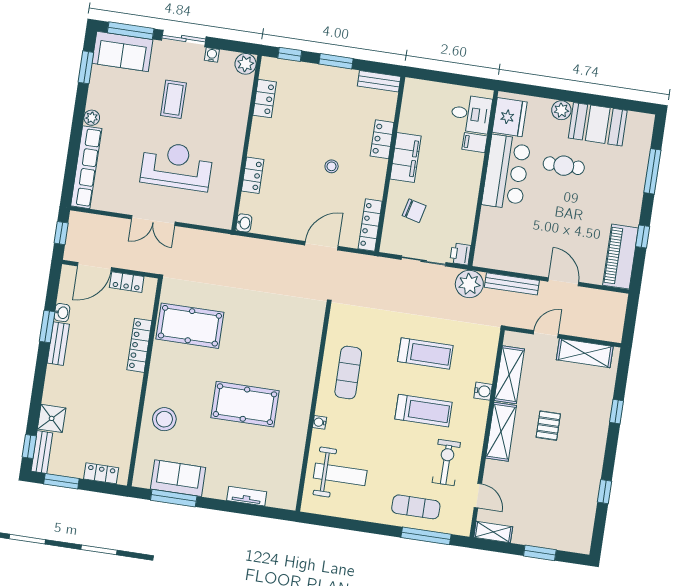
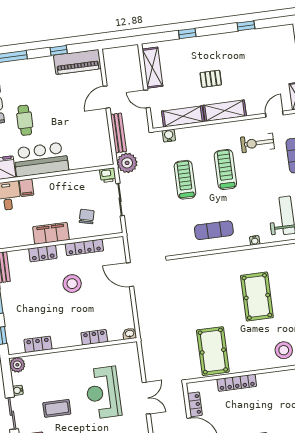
stool: (332, 166) -> (72, 284), width x1.89, depth x1.89
locker: (370, 225) -> (84, 247), moved
water cooler: (483, 391) -> (169, 136), moved

